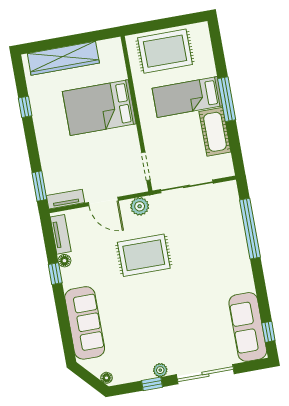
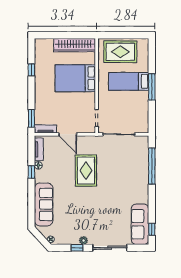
wardrobe: (63, 58) -> (75, 45), moved
cot: (215, 132) -> (141, 105), removed
plant: (140, 206) -> (89, 141), removed
rug: (144, 255) -> (86, 171), turned 90

